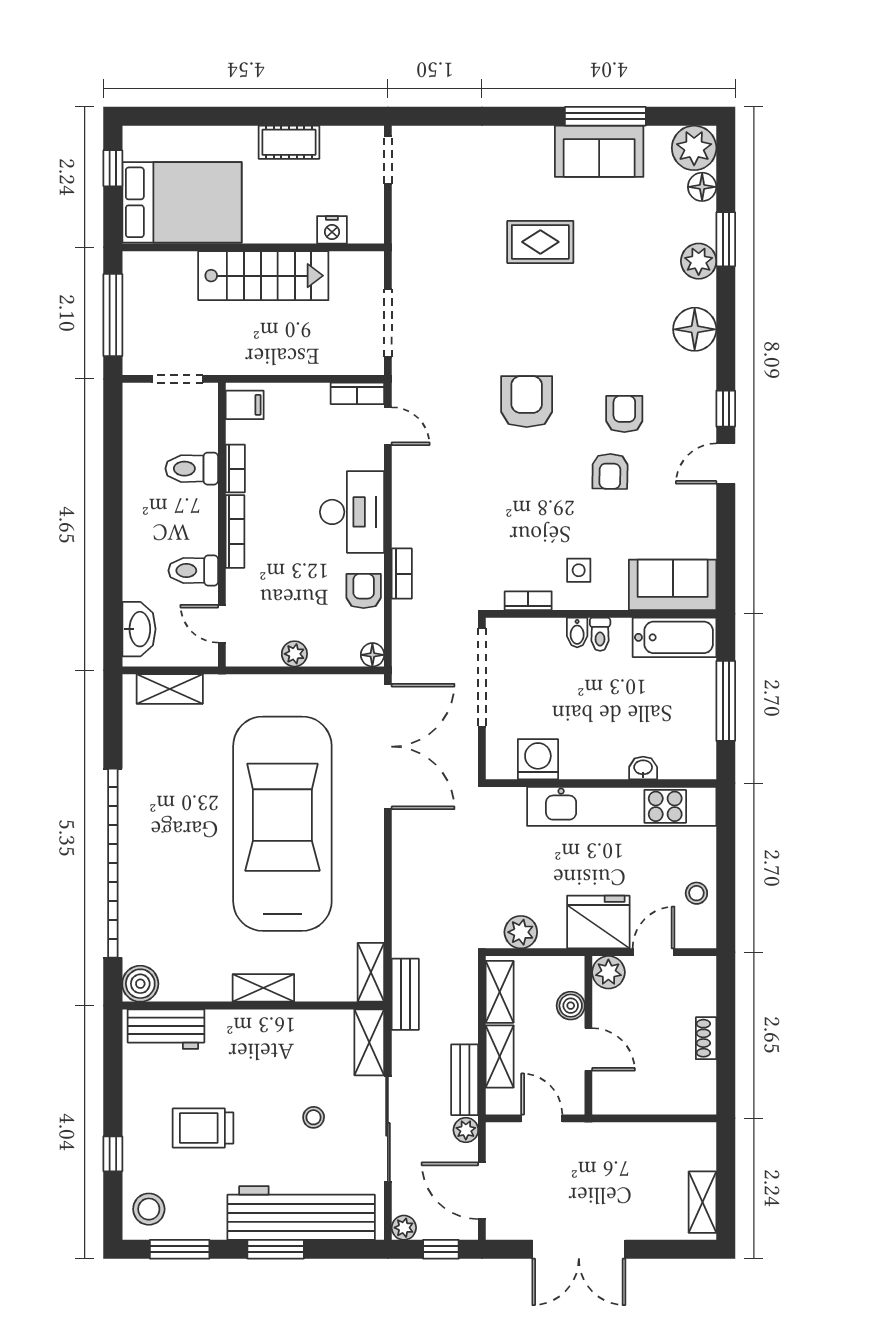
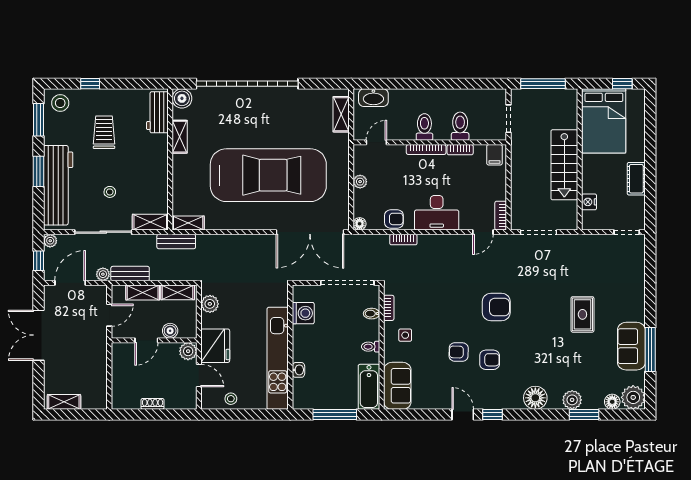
toilet: (193, 571) -> (424, 127), moved
bidet: (577, 633) -> (372, 314), moved
shelving: (263, 988) -> (180, 137), moved

